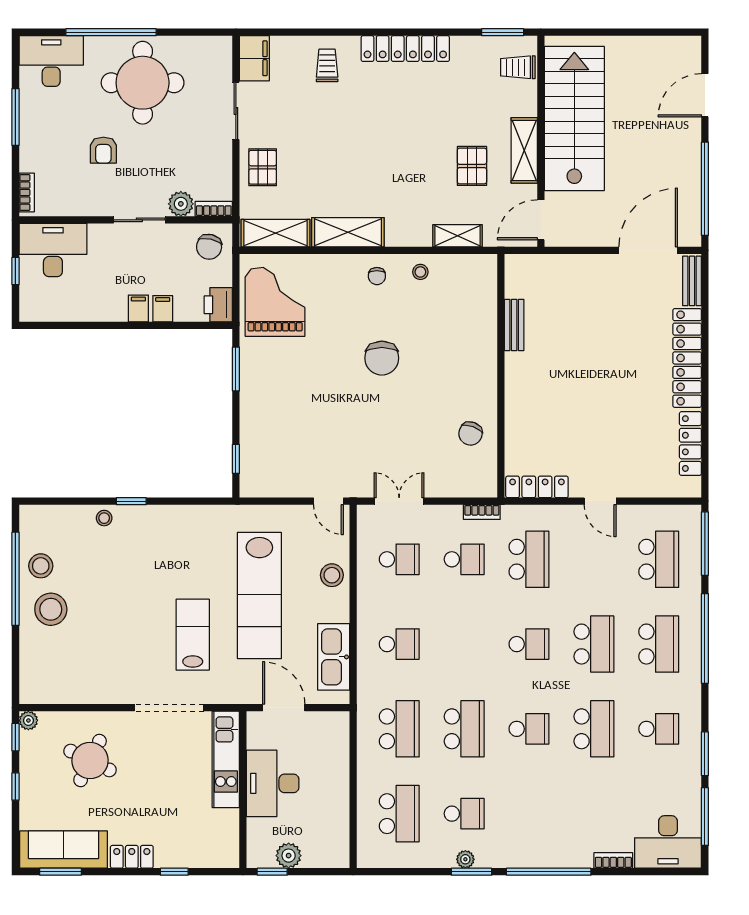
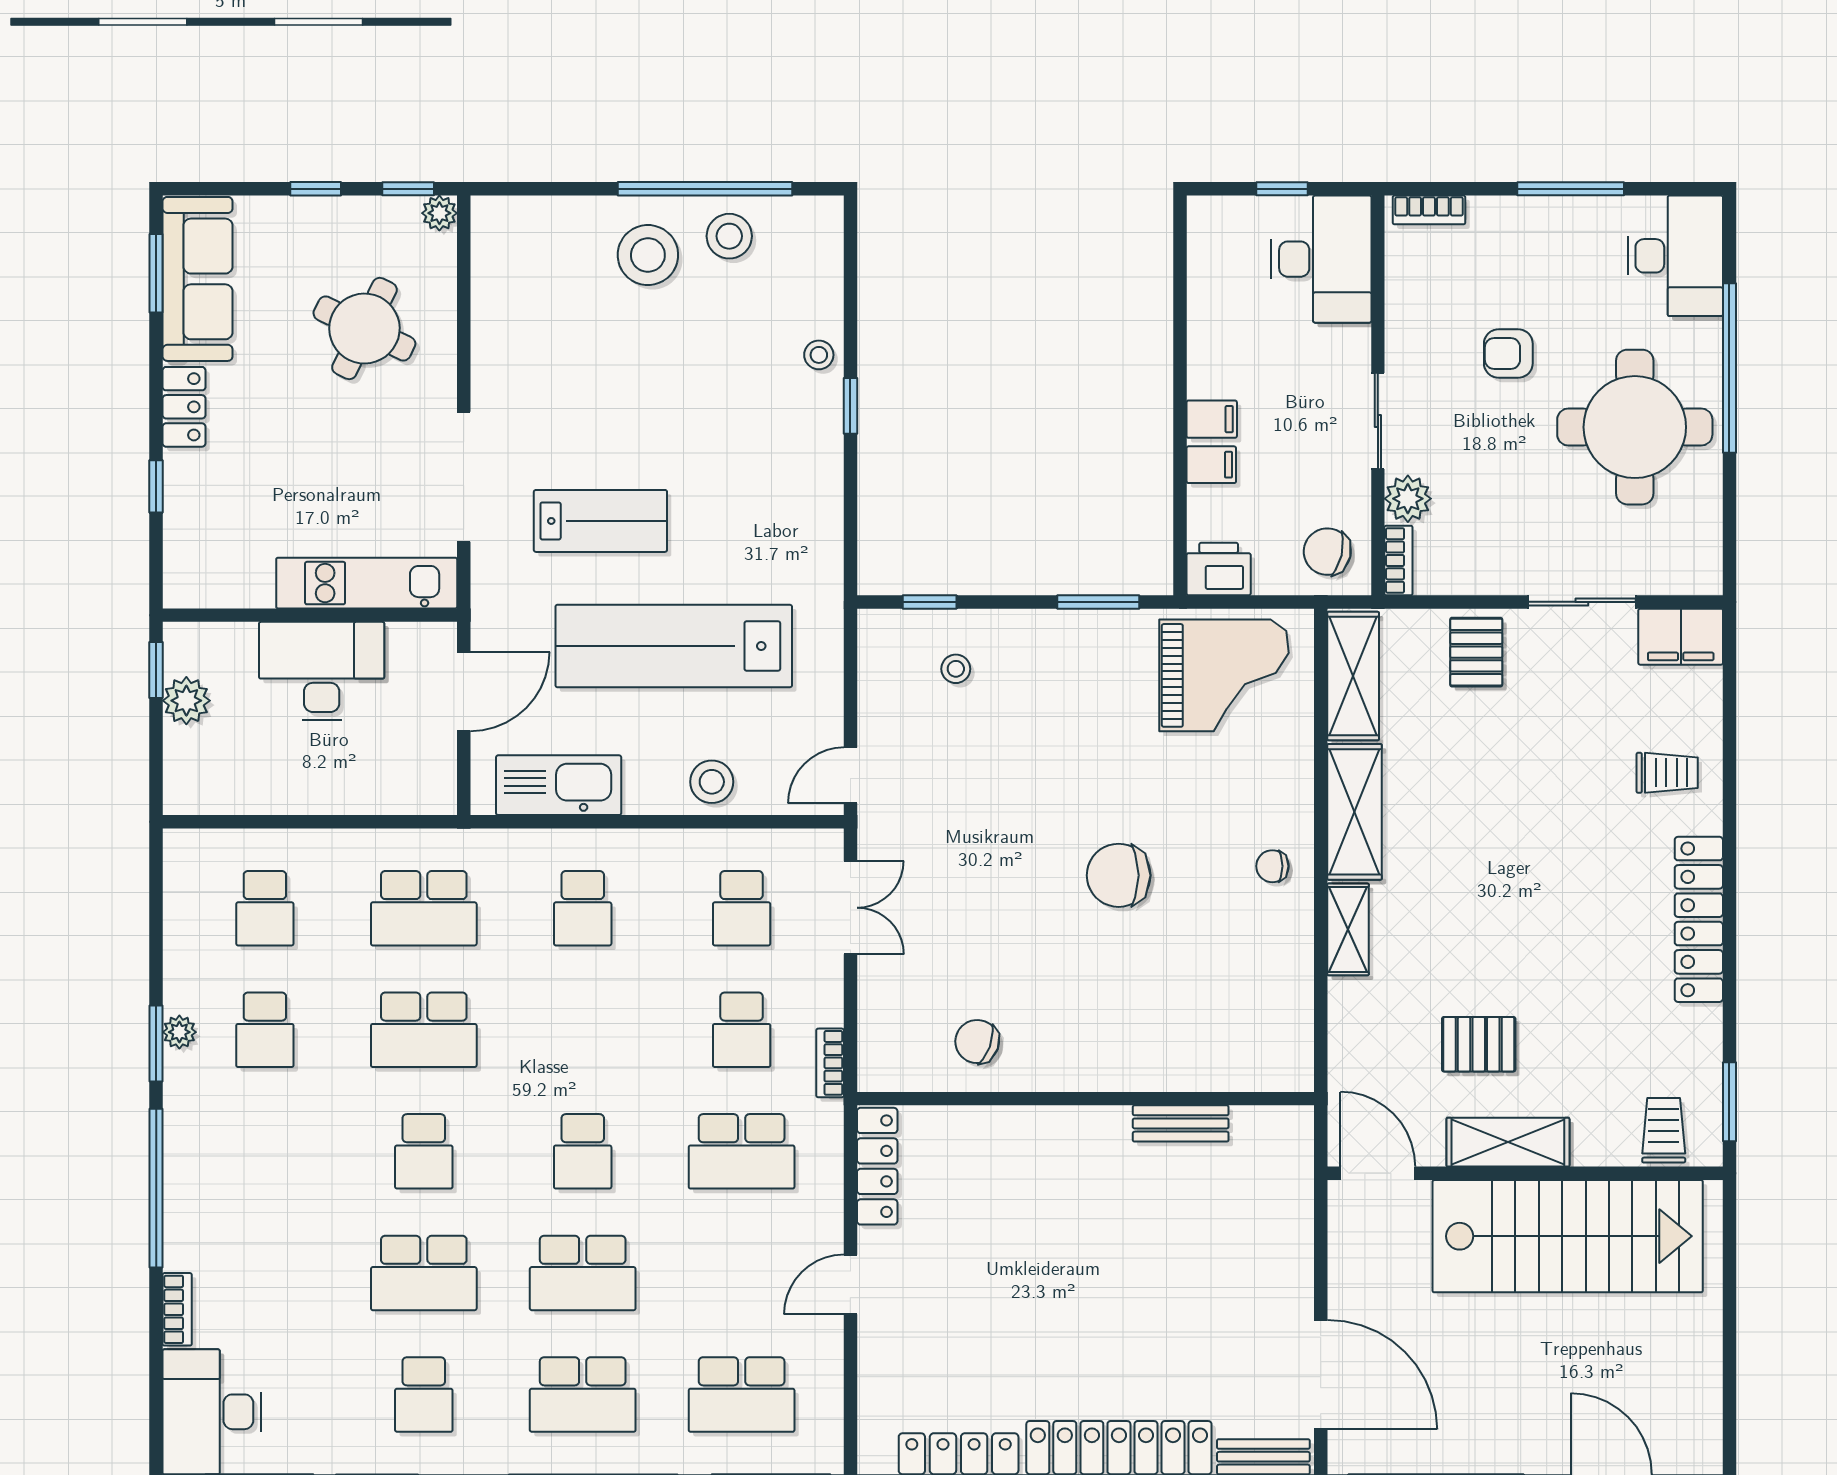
pallet: (263, 167) -> (1476, 652), turned 90
shelving: (457, 236) -> (1348, 929), moved
stool: (420, 272) -> (956, 669), moved
school desk: (399, 814) -> (265, 908), width x0.54

